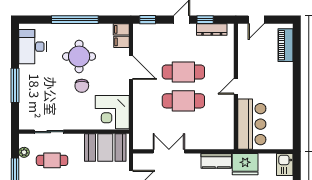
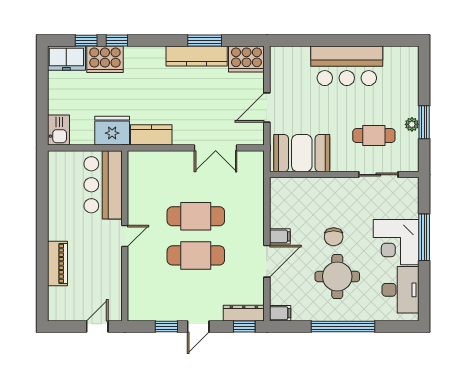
dresser: (212, 29) -> (244, 313), moved
filing cabinet: (121, 42) -> (280, 236), moved
piano: (285, 45) -> (57, 263), moved
door: (131, 68) -> (267, 261), swing flipped
chair: (82, 86) -> (334, 237), turned 180
corner desk: (112, 112) -> (396, 242), moved, turned 180
plant: (24, 152) -> (412, 124), moved

